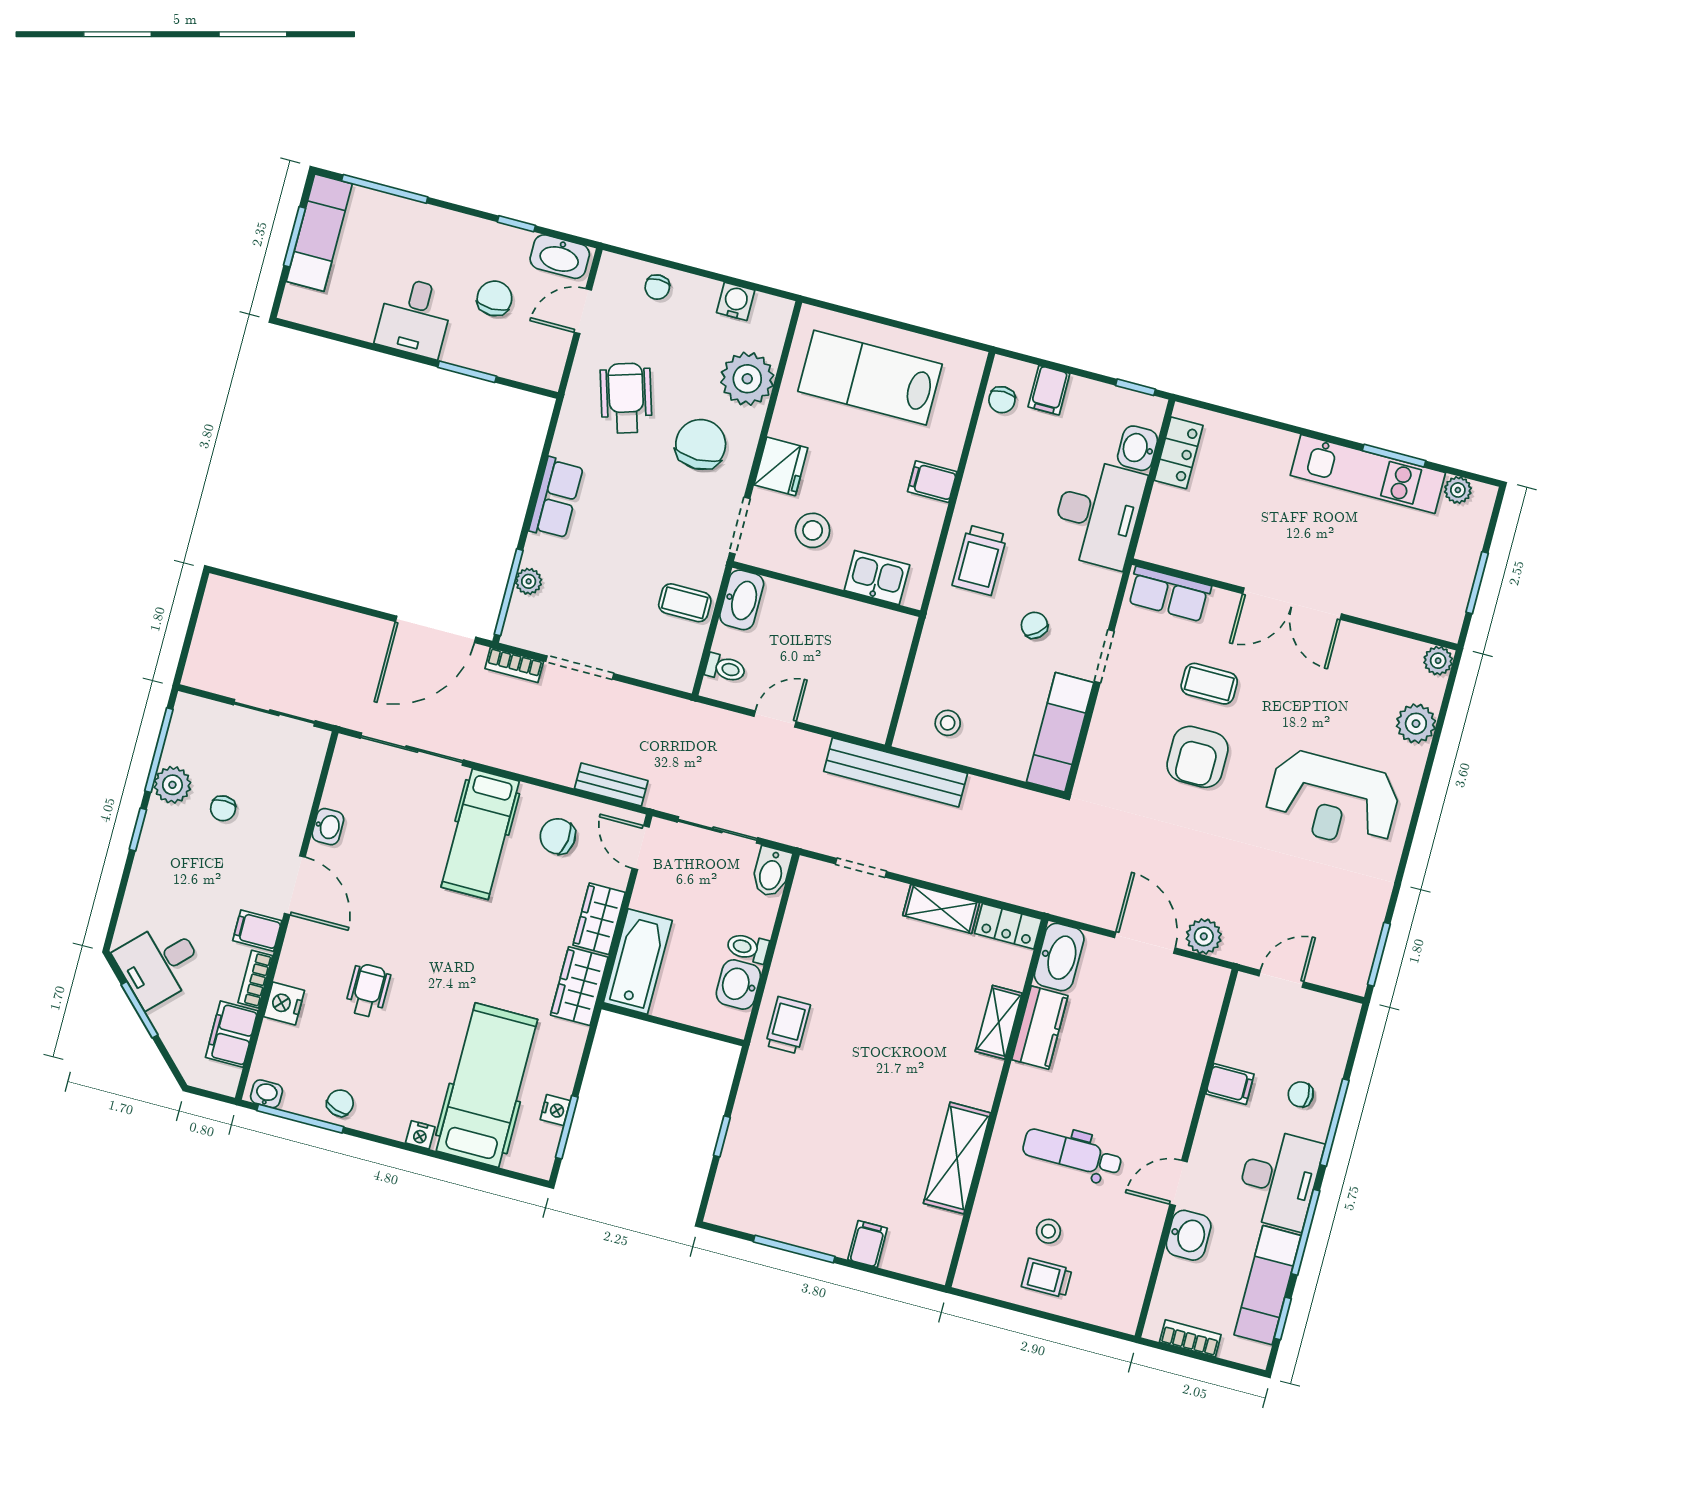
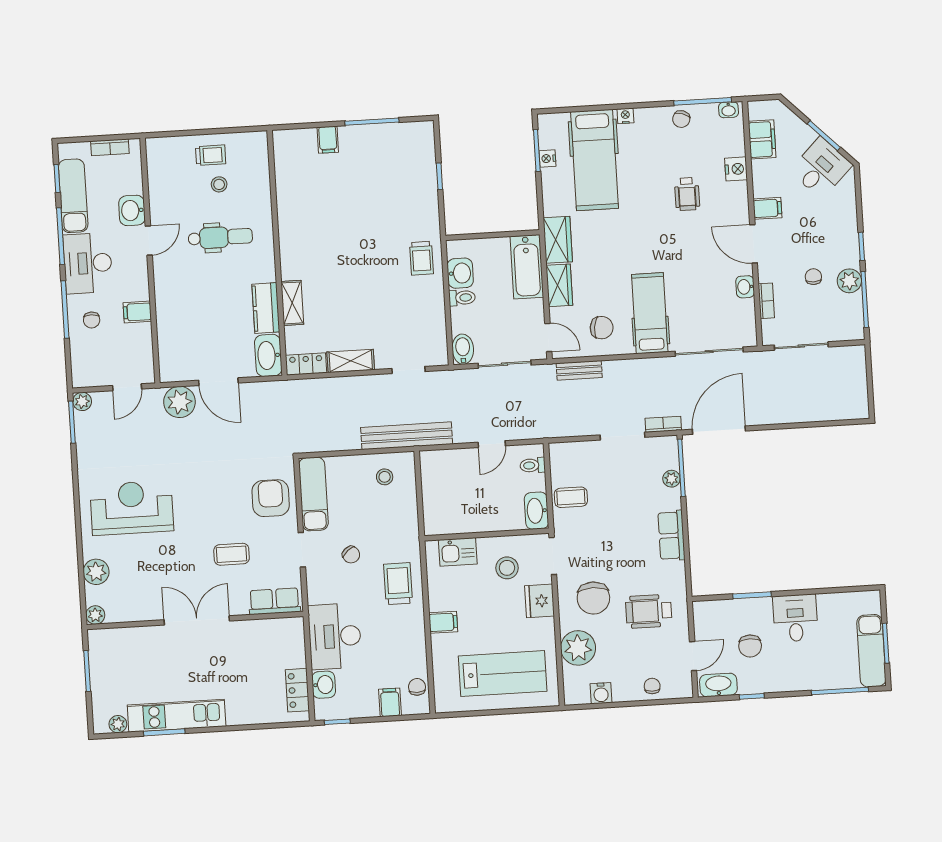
wheelchair: (626, 398) -> (649, 611), turned 107
armchair: (1198, 757) -> (271, 498), moved
plant: (1204, 936) -> (179, 402), width x1.36, depth x1.36
bookcase: (255, 979) -> (766, 301), moved
plant: (1354, 980) -> (82, 401), added
chair: (1301, 1094) -> (92, 320), turned 90
shelving: (957, 1158) -> (290, 211), removed

